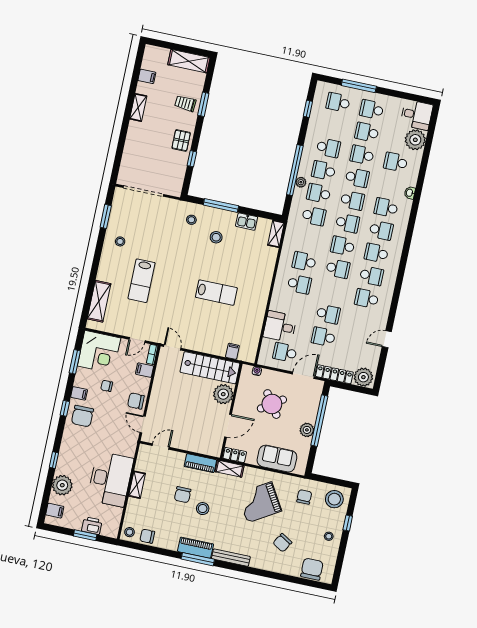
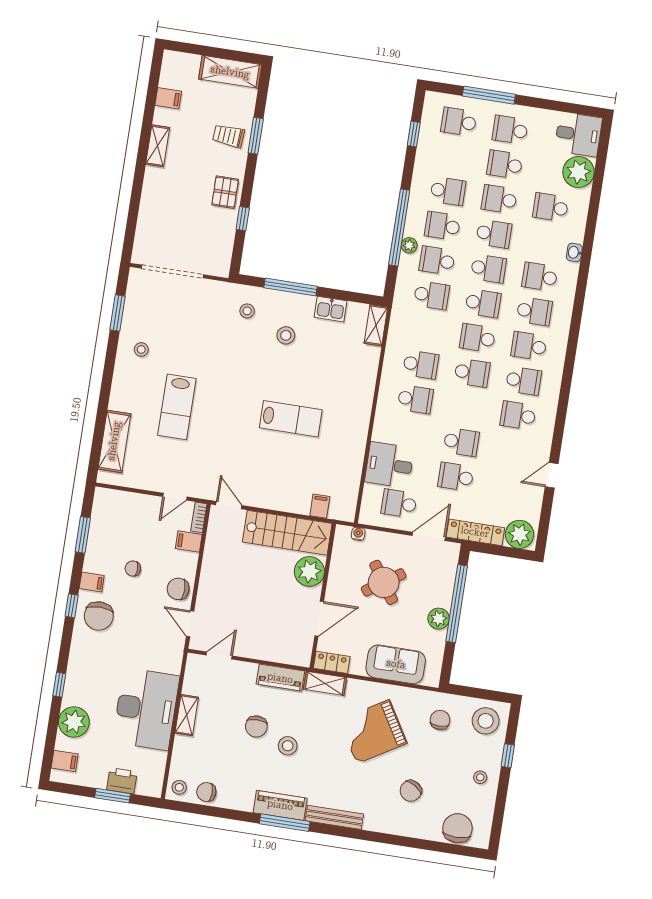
school desk: (304, 261) -> (421, 365), turned 180
corner desk: (99, 352) -> (119, 518), removed

